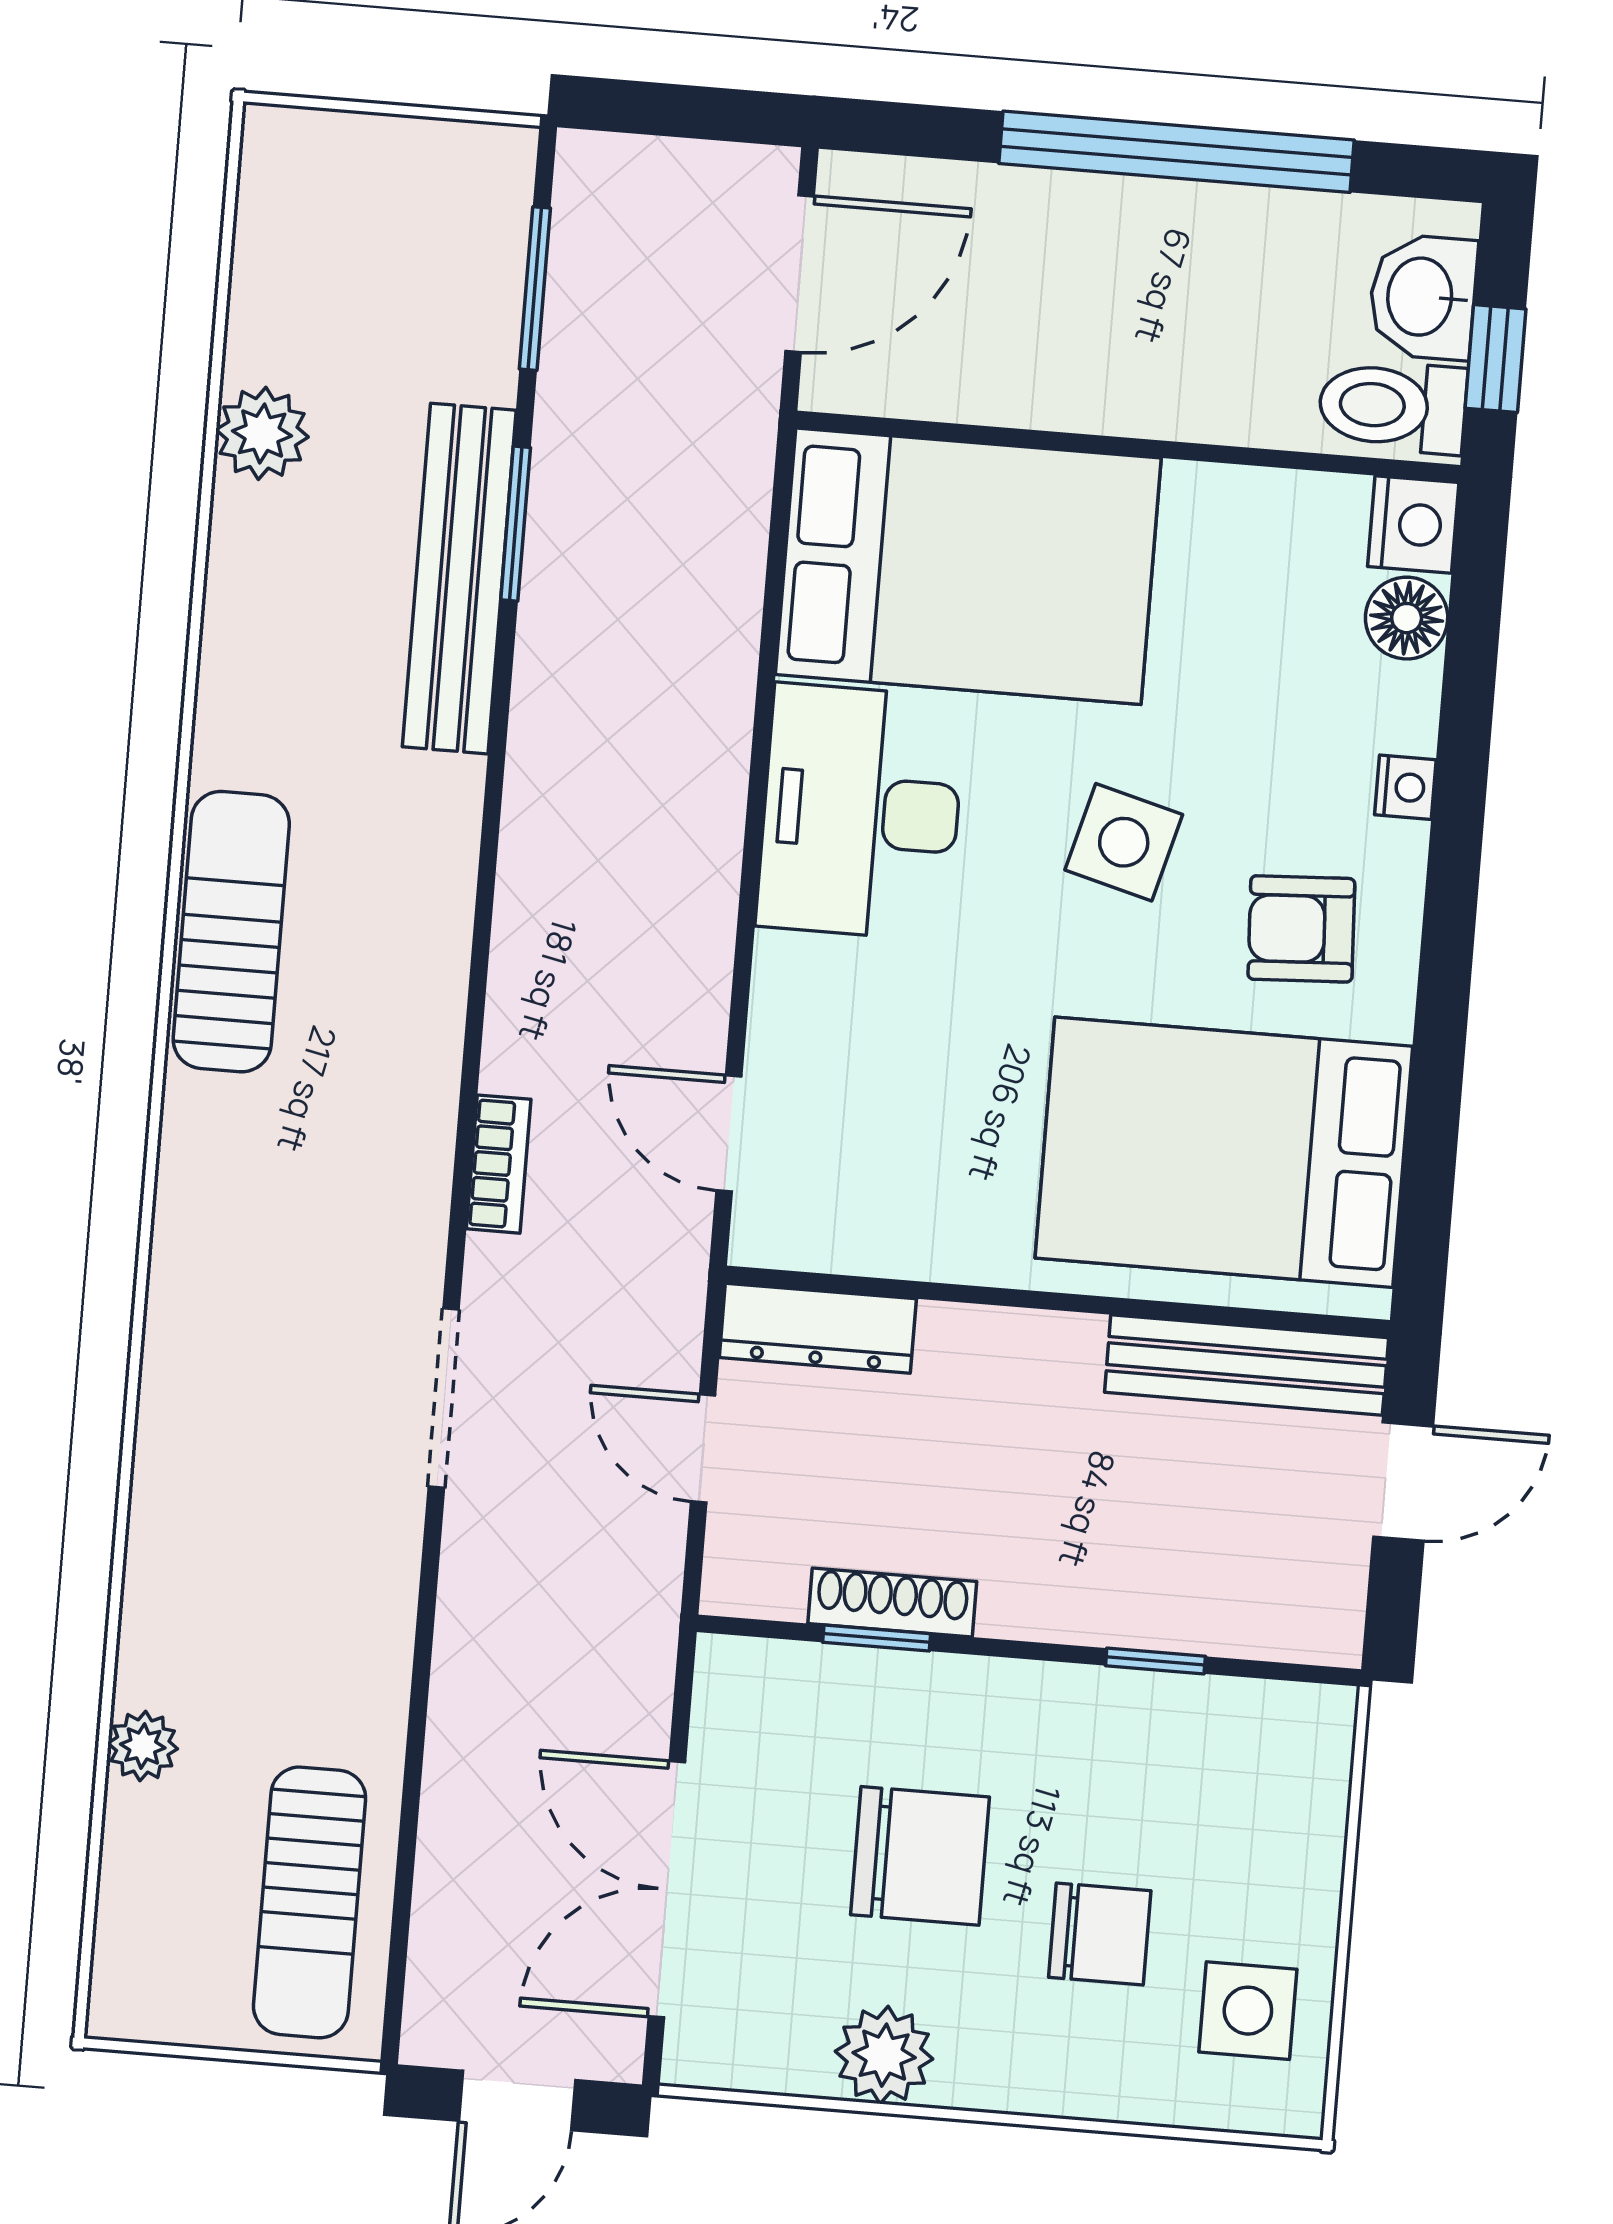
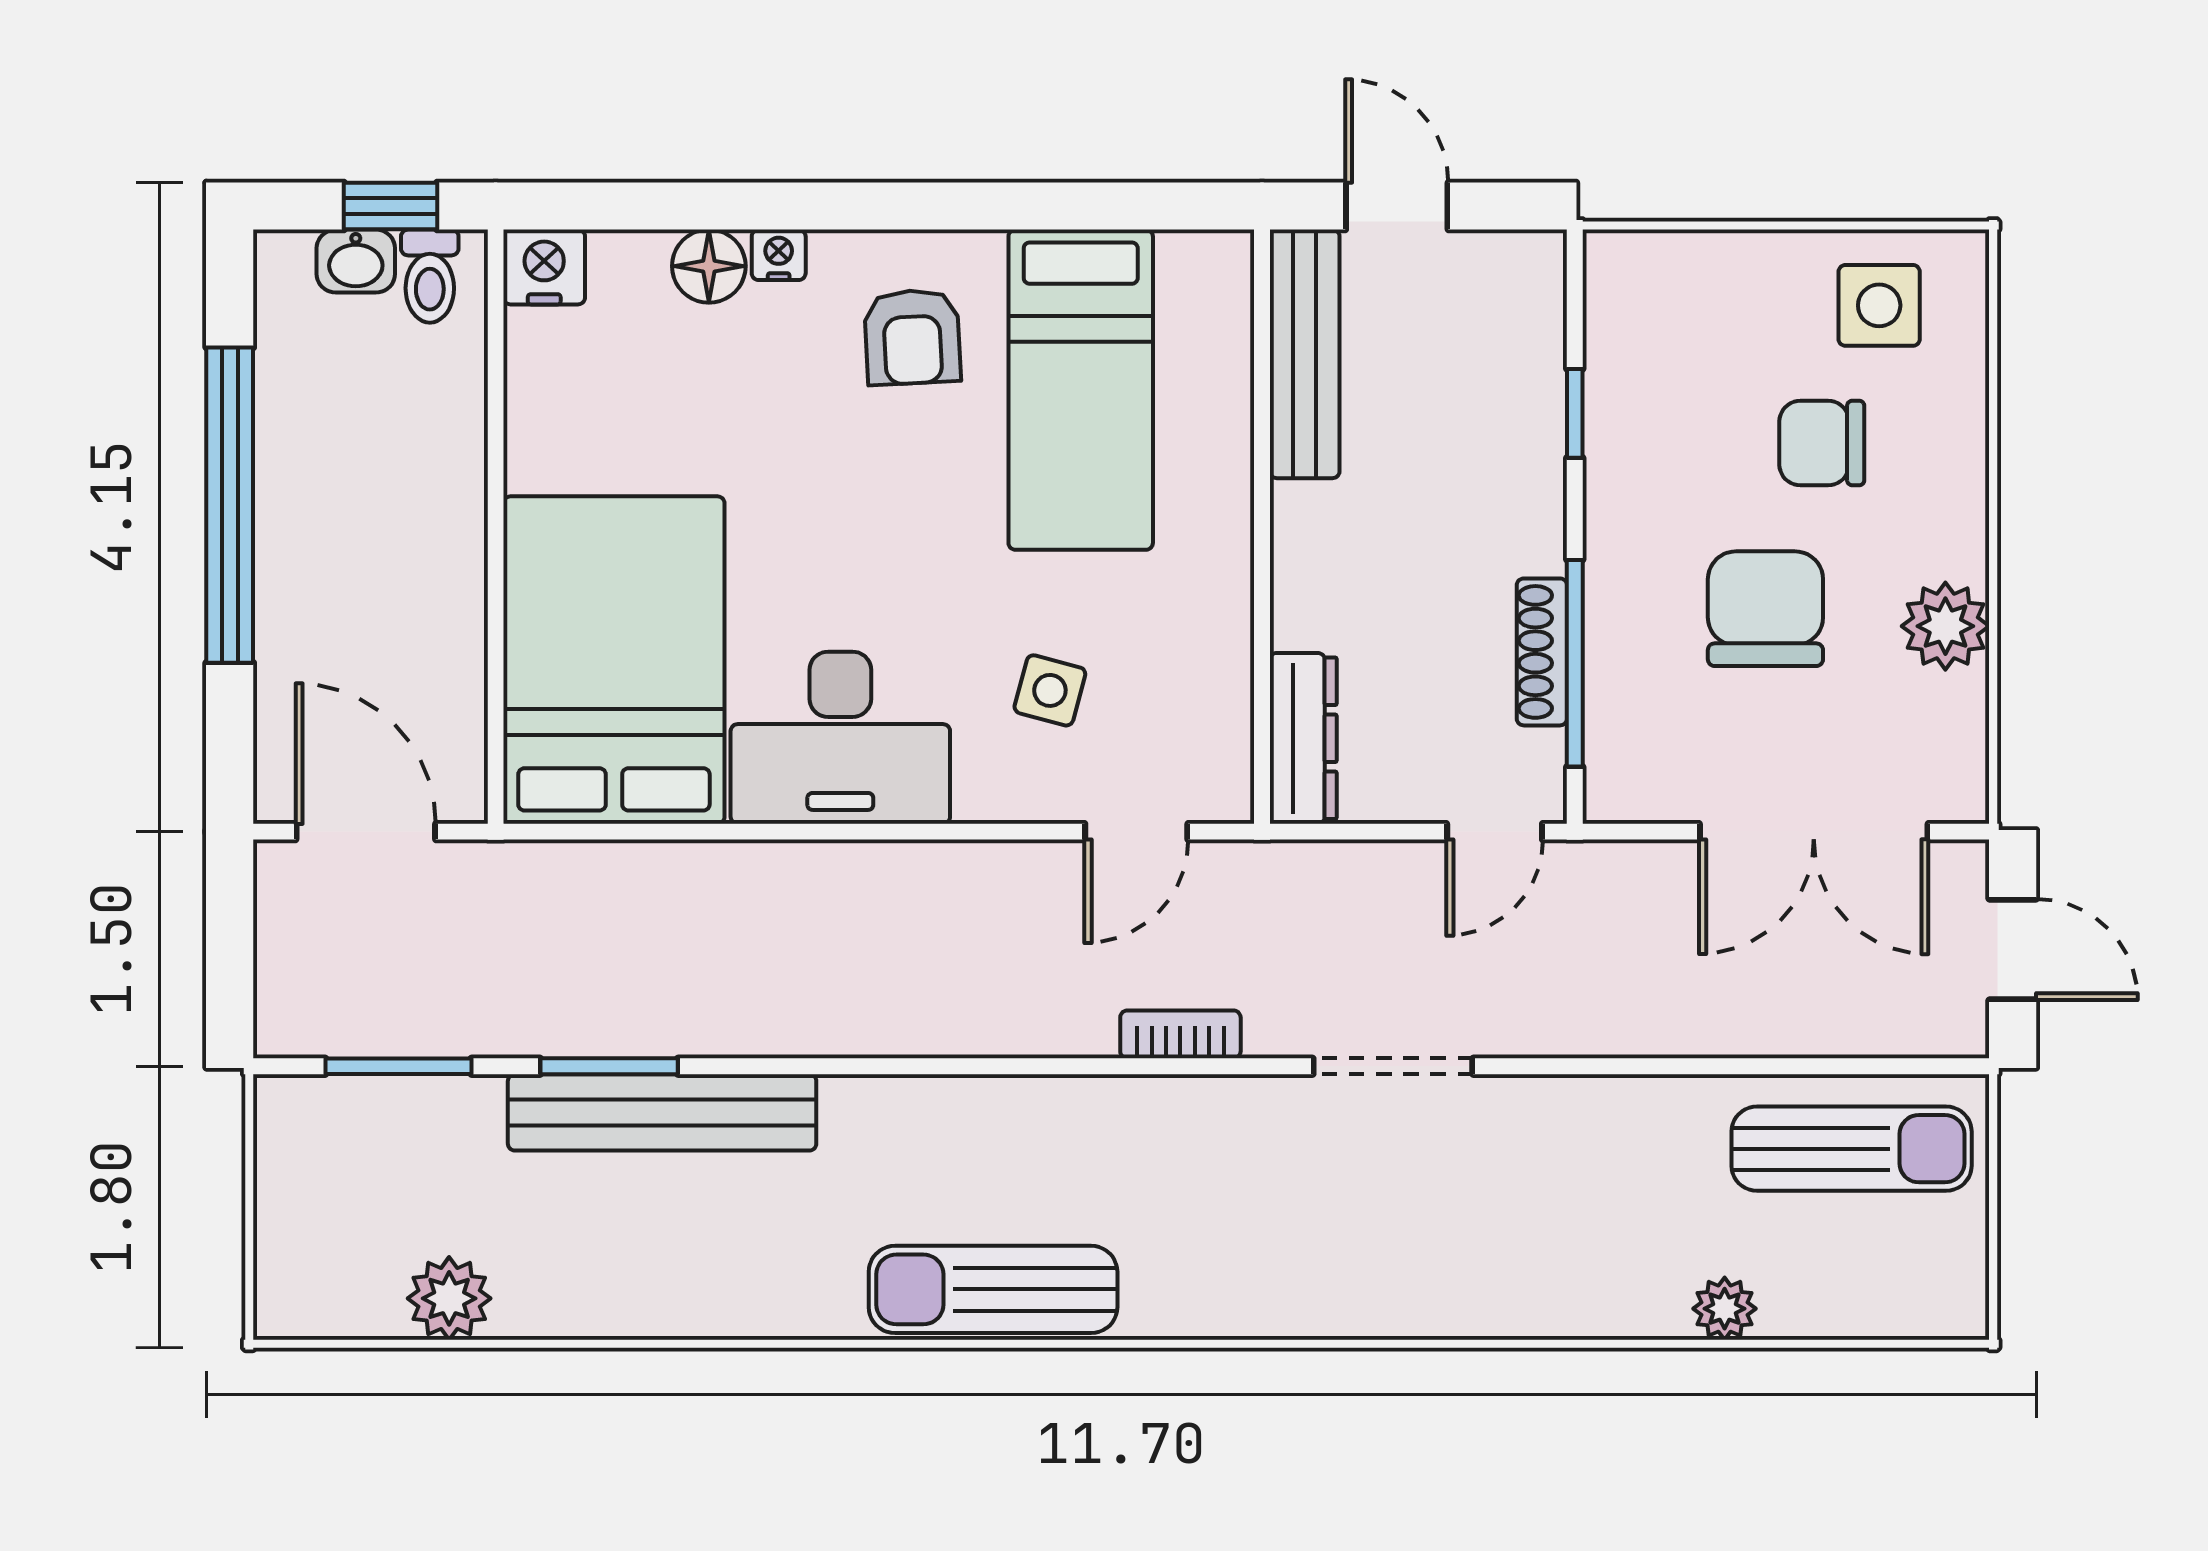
washbasin: (1423, 297) -> (356, 261), width x0.72, depth x0.69
toilet: (1393, 406) -> (430, 276), width x0.73, depth x0.72
plant: (262, 433) -> (449, 1298), moved
floor lamp: (1407, 618) -> (709, 266), moved
side table: (1124, 842) -> (1050, 690), moved, width x0.73, depth x0.73
bed: (1224, 1152) -> (1081, 390), width x0.67
door: (703, 1449) -> (1495, 832), moved
window: (877, 1638) -> (1575, 663), width x2.17
chair: (1100, 1934) -> (1822, 443), turned -90

